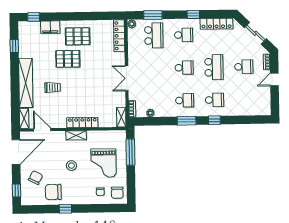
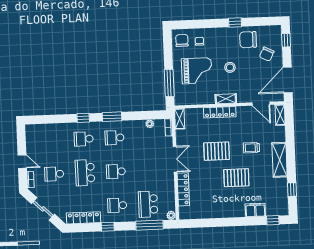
window: (153, 15) -> (150, 225), width x1.44
pallet: (78, 36) -> (217, 151), moved
locker: (119, 36) -> (183, 189), moved
door: (274, 79) -> (22, 162), hinge flipped
shelving: (26, 83) -> (280, 160), width x0.68
grand piano: (104, 163) -> (197, 71), turned 90
chair: (53, 192) -> (248, 40), turned 180

